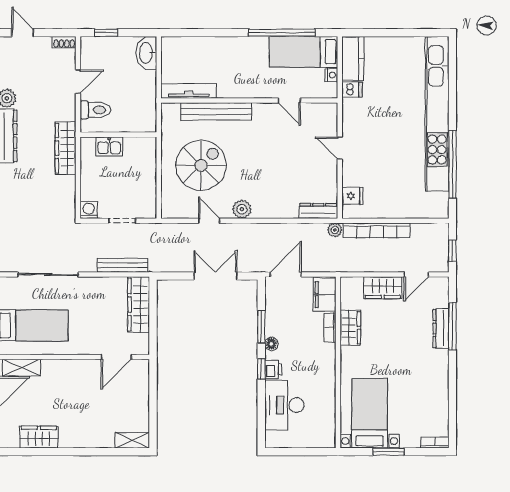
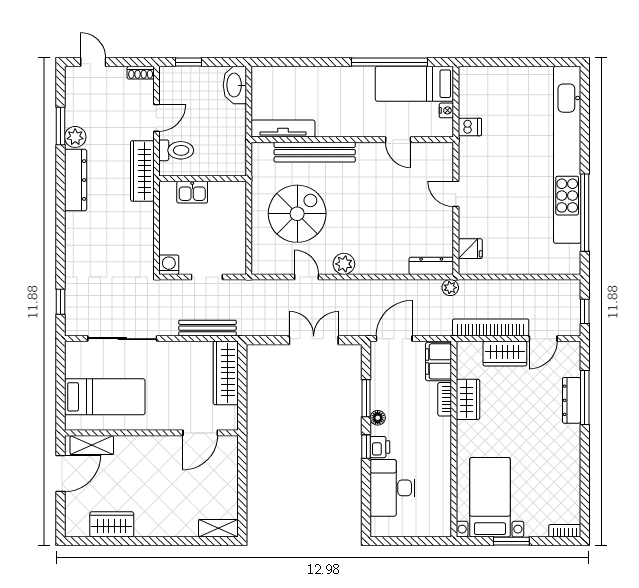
kitchen counter: (353, 58) -> (471, 91), removed
wardrobe: (66, 148) -> (142, 171), moved
bookcase: (377, 230) -> (491, 327), moved, turned 180

